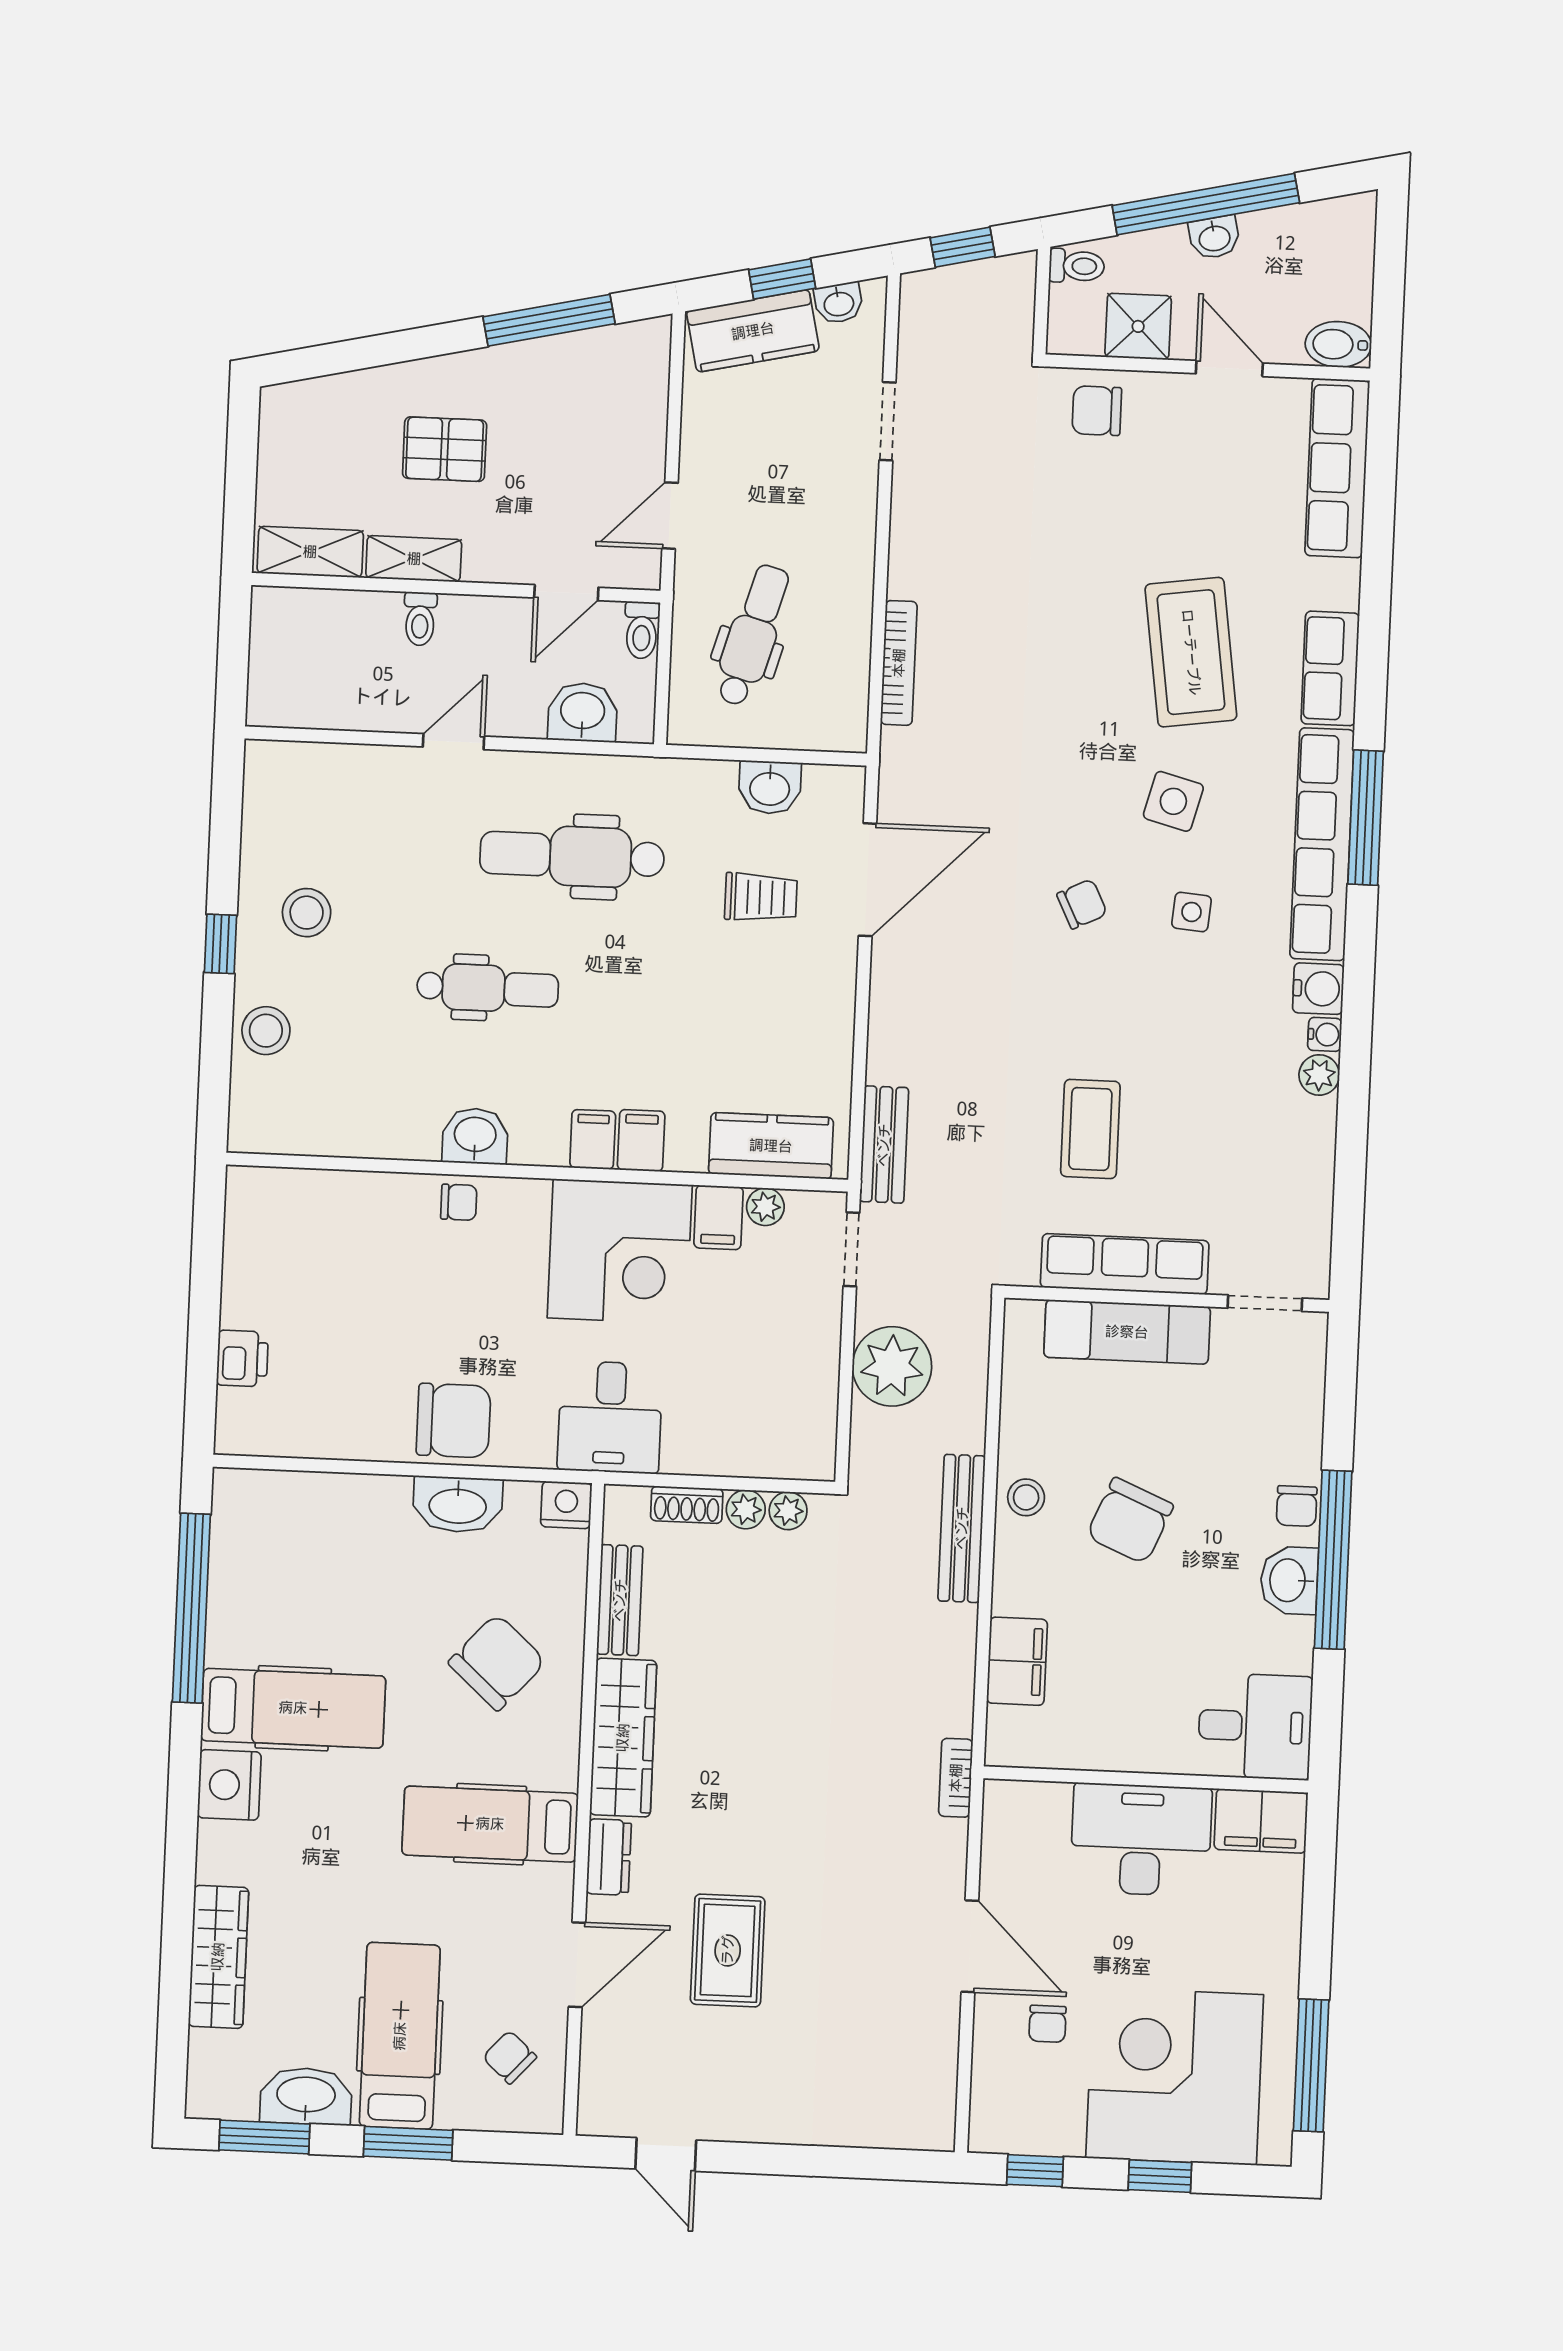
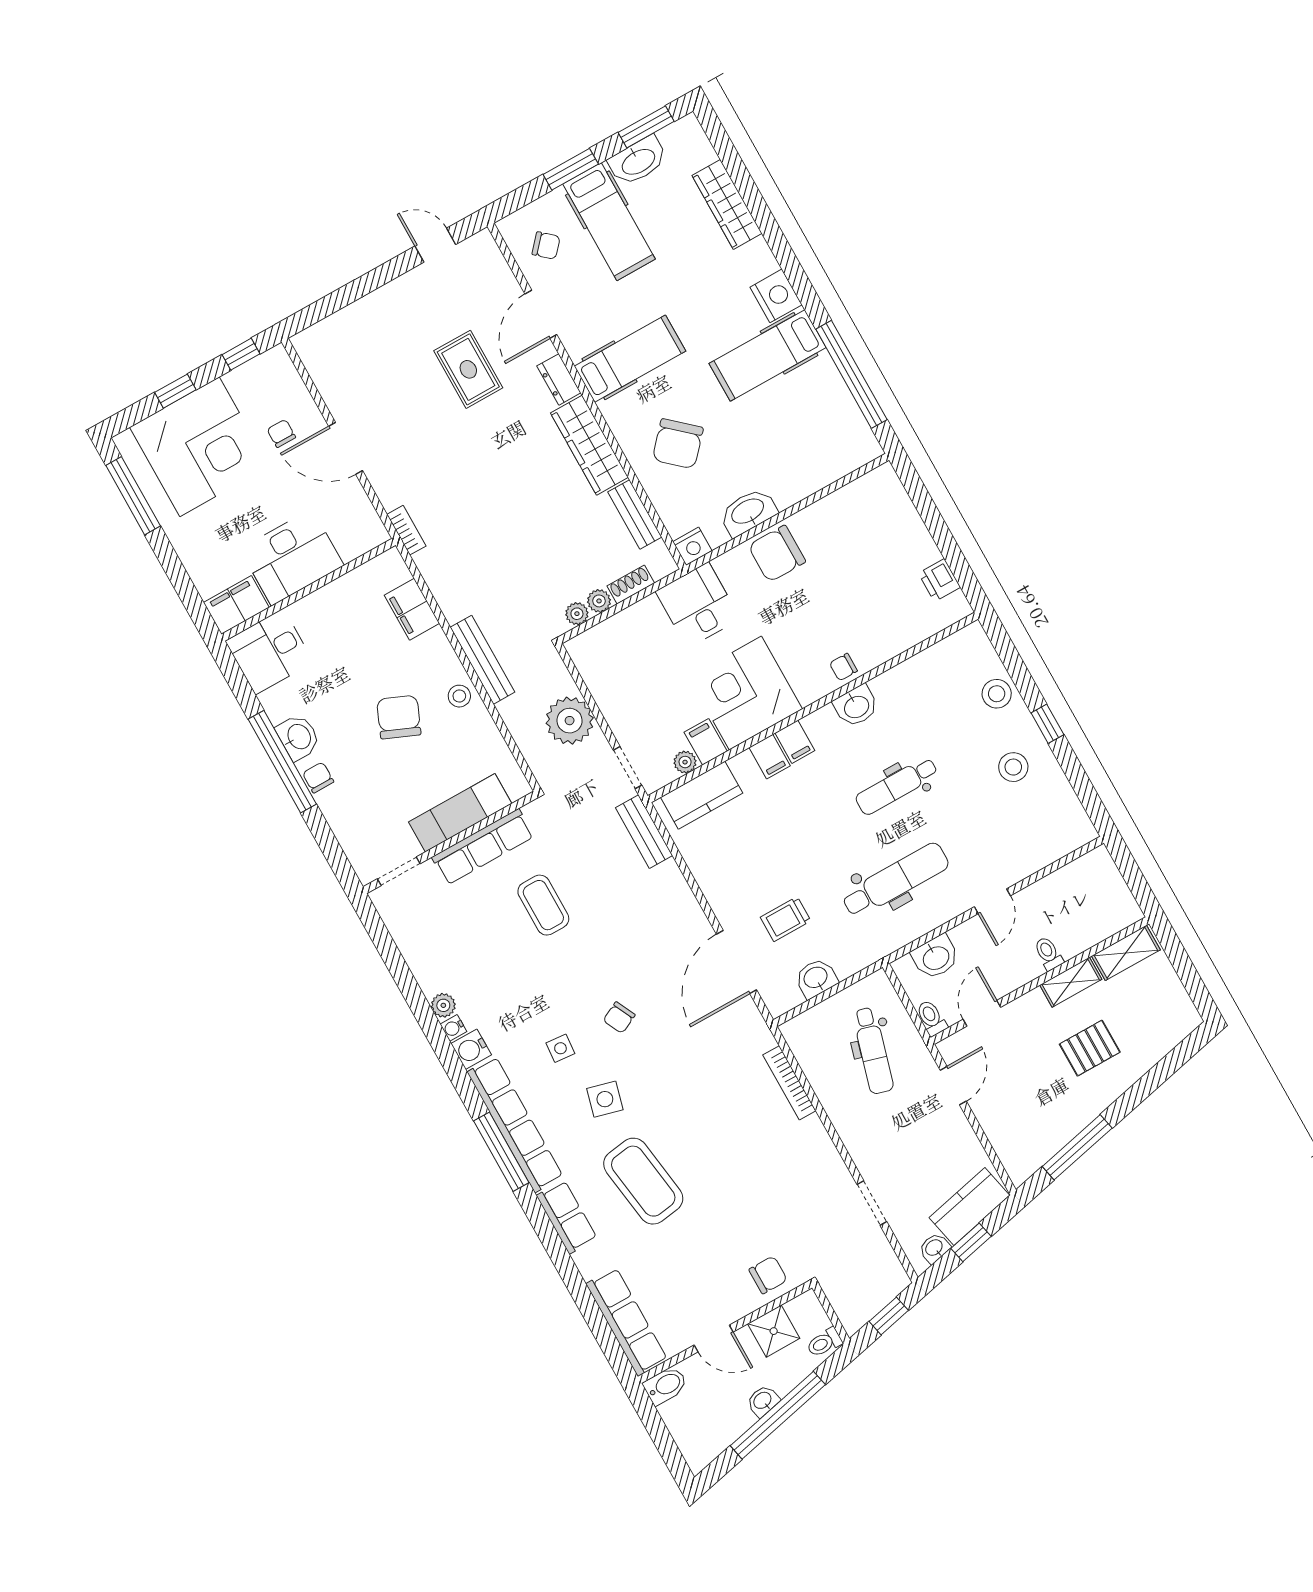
printer: (242, 1359) -> (939, 580), moved

